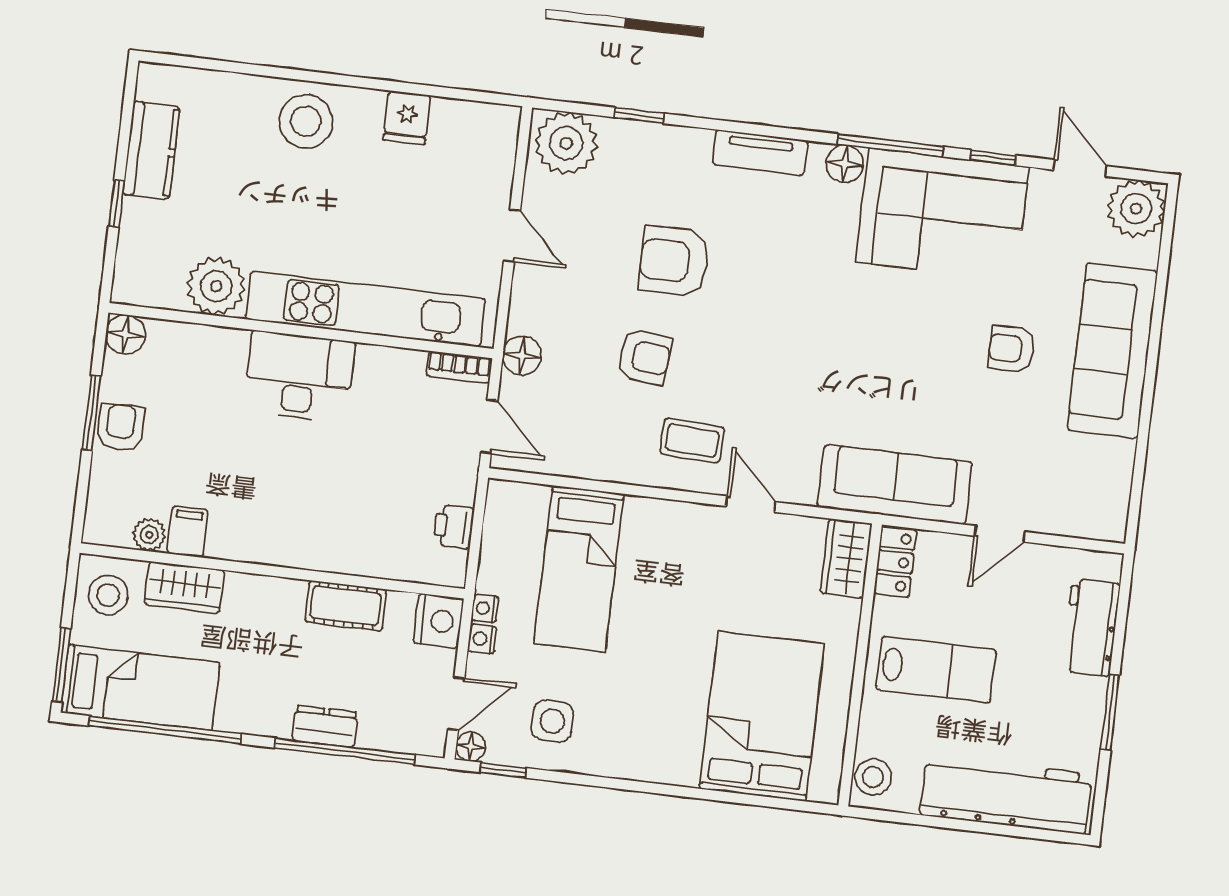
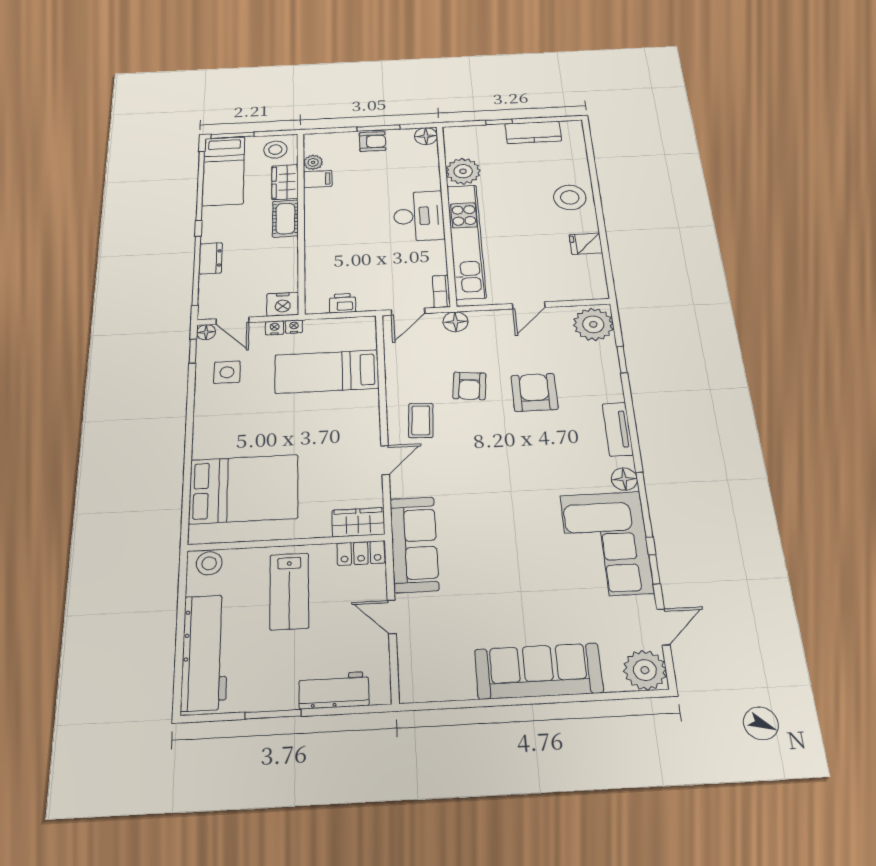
armchair: (1012, 349) -> (524, 603), removed
cot: (346, 606) -> (285, 219), moved

